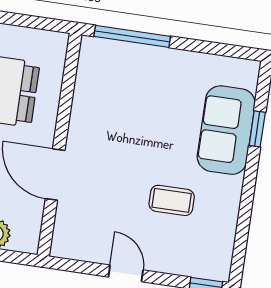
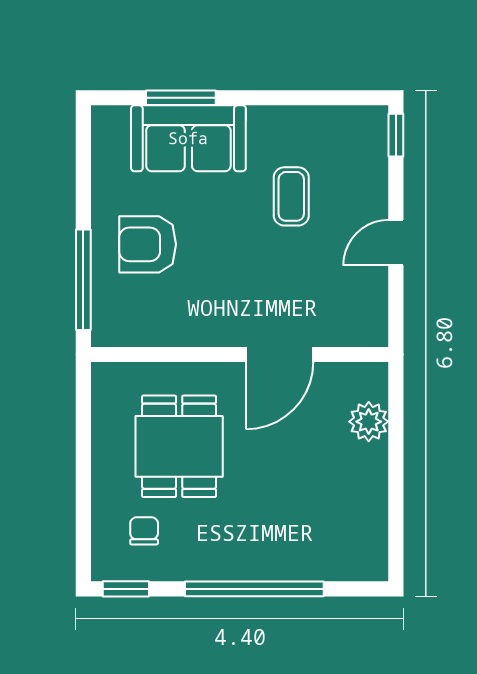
armchair: (152, 88) -> (148, 244), added
window: (257, 129) -> (181, 98), width x1.50

